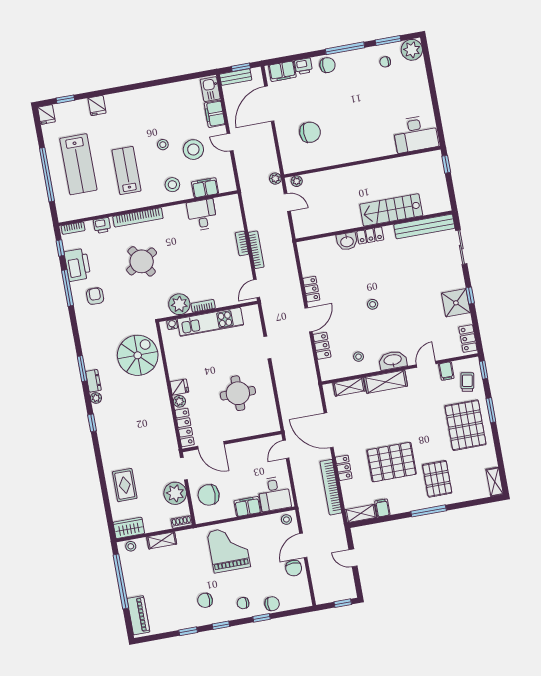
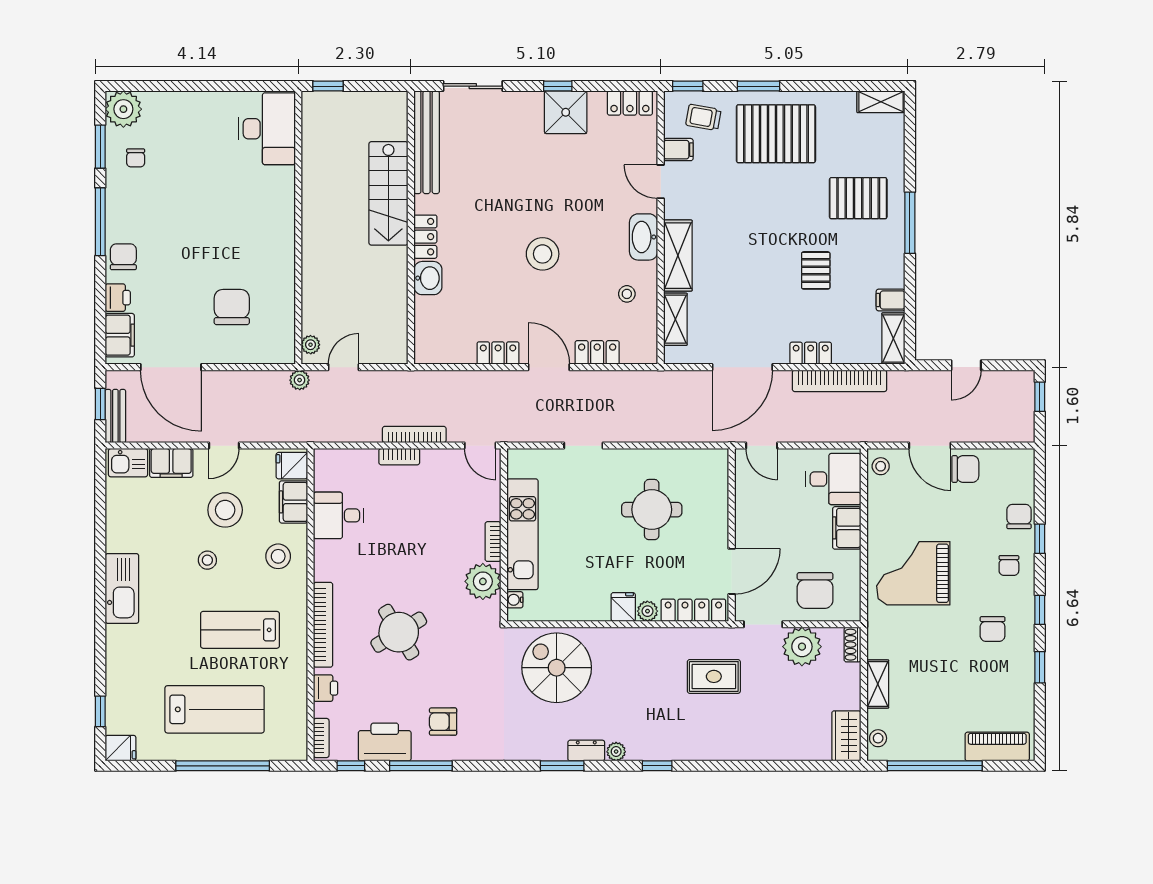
kitchen sink: (138, 99) -> (122, 588), added
fridge: (97, 106) -> (292, 466), moved, turned 180
stool: (373, 304) -> (543, 254), width x1.89, depth x1.89
pallet: (392, 462) -> (816, 270), width x0.49, depth x0.50
rug: (125, 485) -> (714, 676), moved

